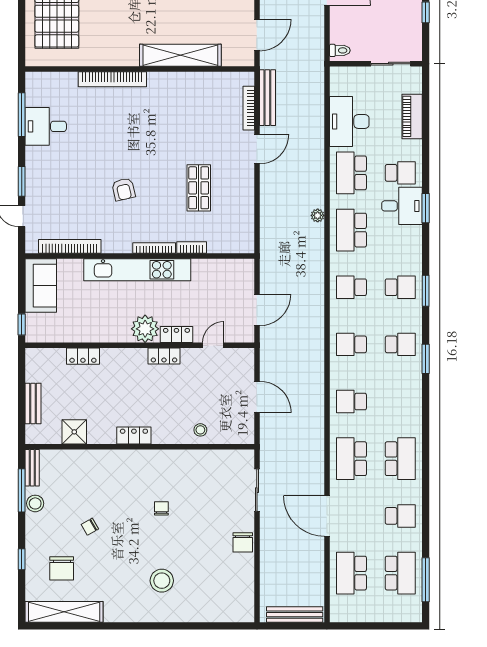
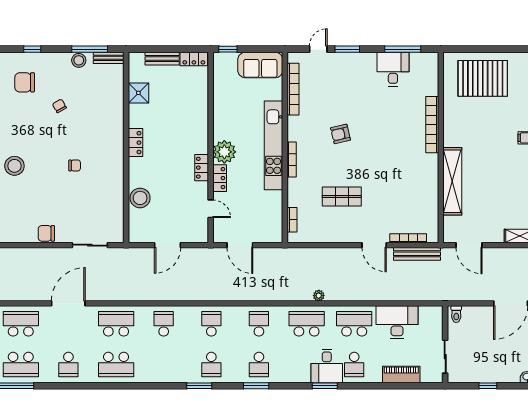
bookcase: (192, 248) -> (292, 220), moved
locker: (83, 356) -> (194, 59), moved, turned -90
stool: (200, 430) -> (140, 198), width x1.89, depth x1.89

